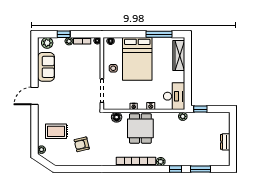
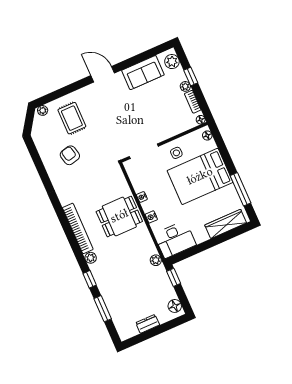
floor lamp: (117, 117) -> (175, 306), moved

